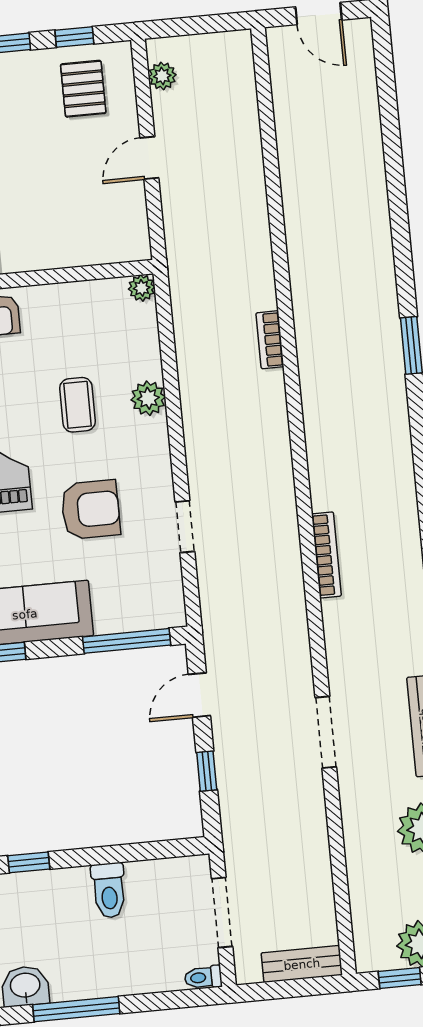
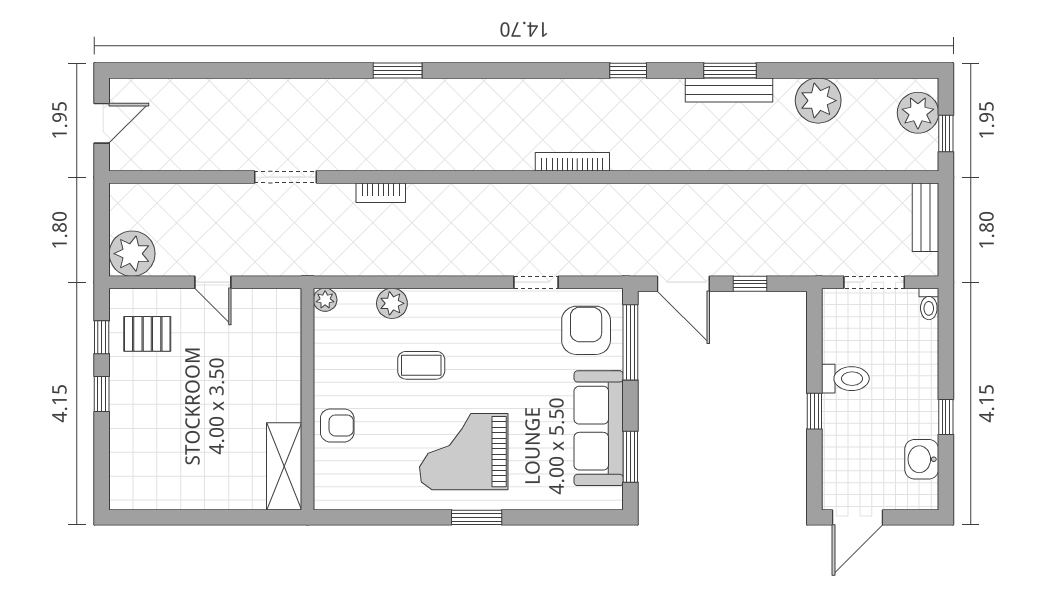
plant: (162, 76) -> (132, 254), width x1.87, depth x1.87
plant: (148, 398) -> (392, 303), moved
armchair: (90, 510) -> (586, 330), moved
door: (199, 695) -> (683, 284), width x1.38
doorway: (326, 732) -> (286, 177), moved
window: (29, 862) -> (814, 411), moved
window: (76, 1009) -> (946, 417), width x0.46

